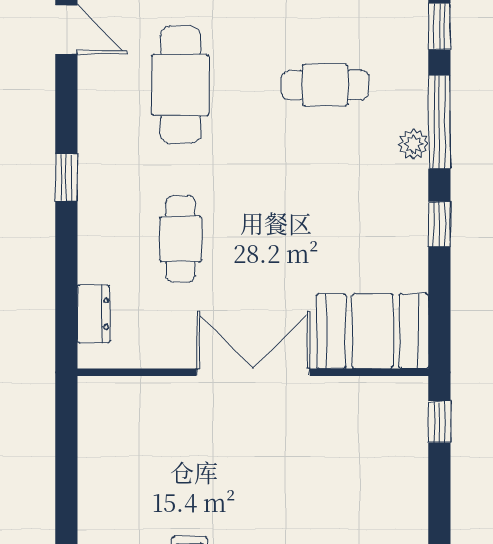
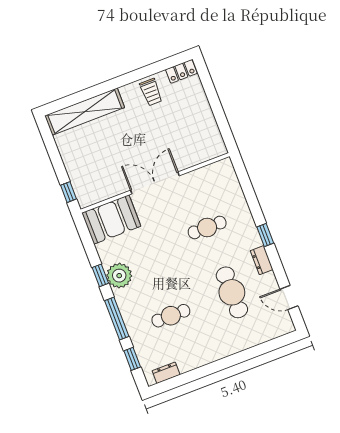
plant: (414, 144) -> (119, 276), moved, width x1.88, depth x1.88
cafe table: (181, 239) -> (207, 227), turned 90
dresser: (94, 314) -> (262, 260), moved
double door: (253, 372) -> (155, 183), swing flipped

